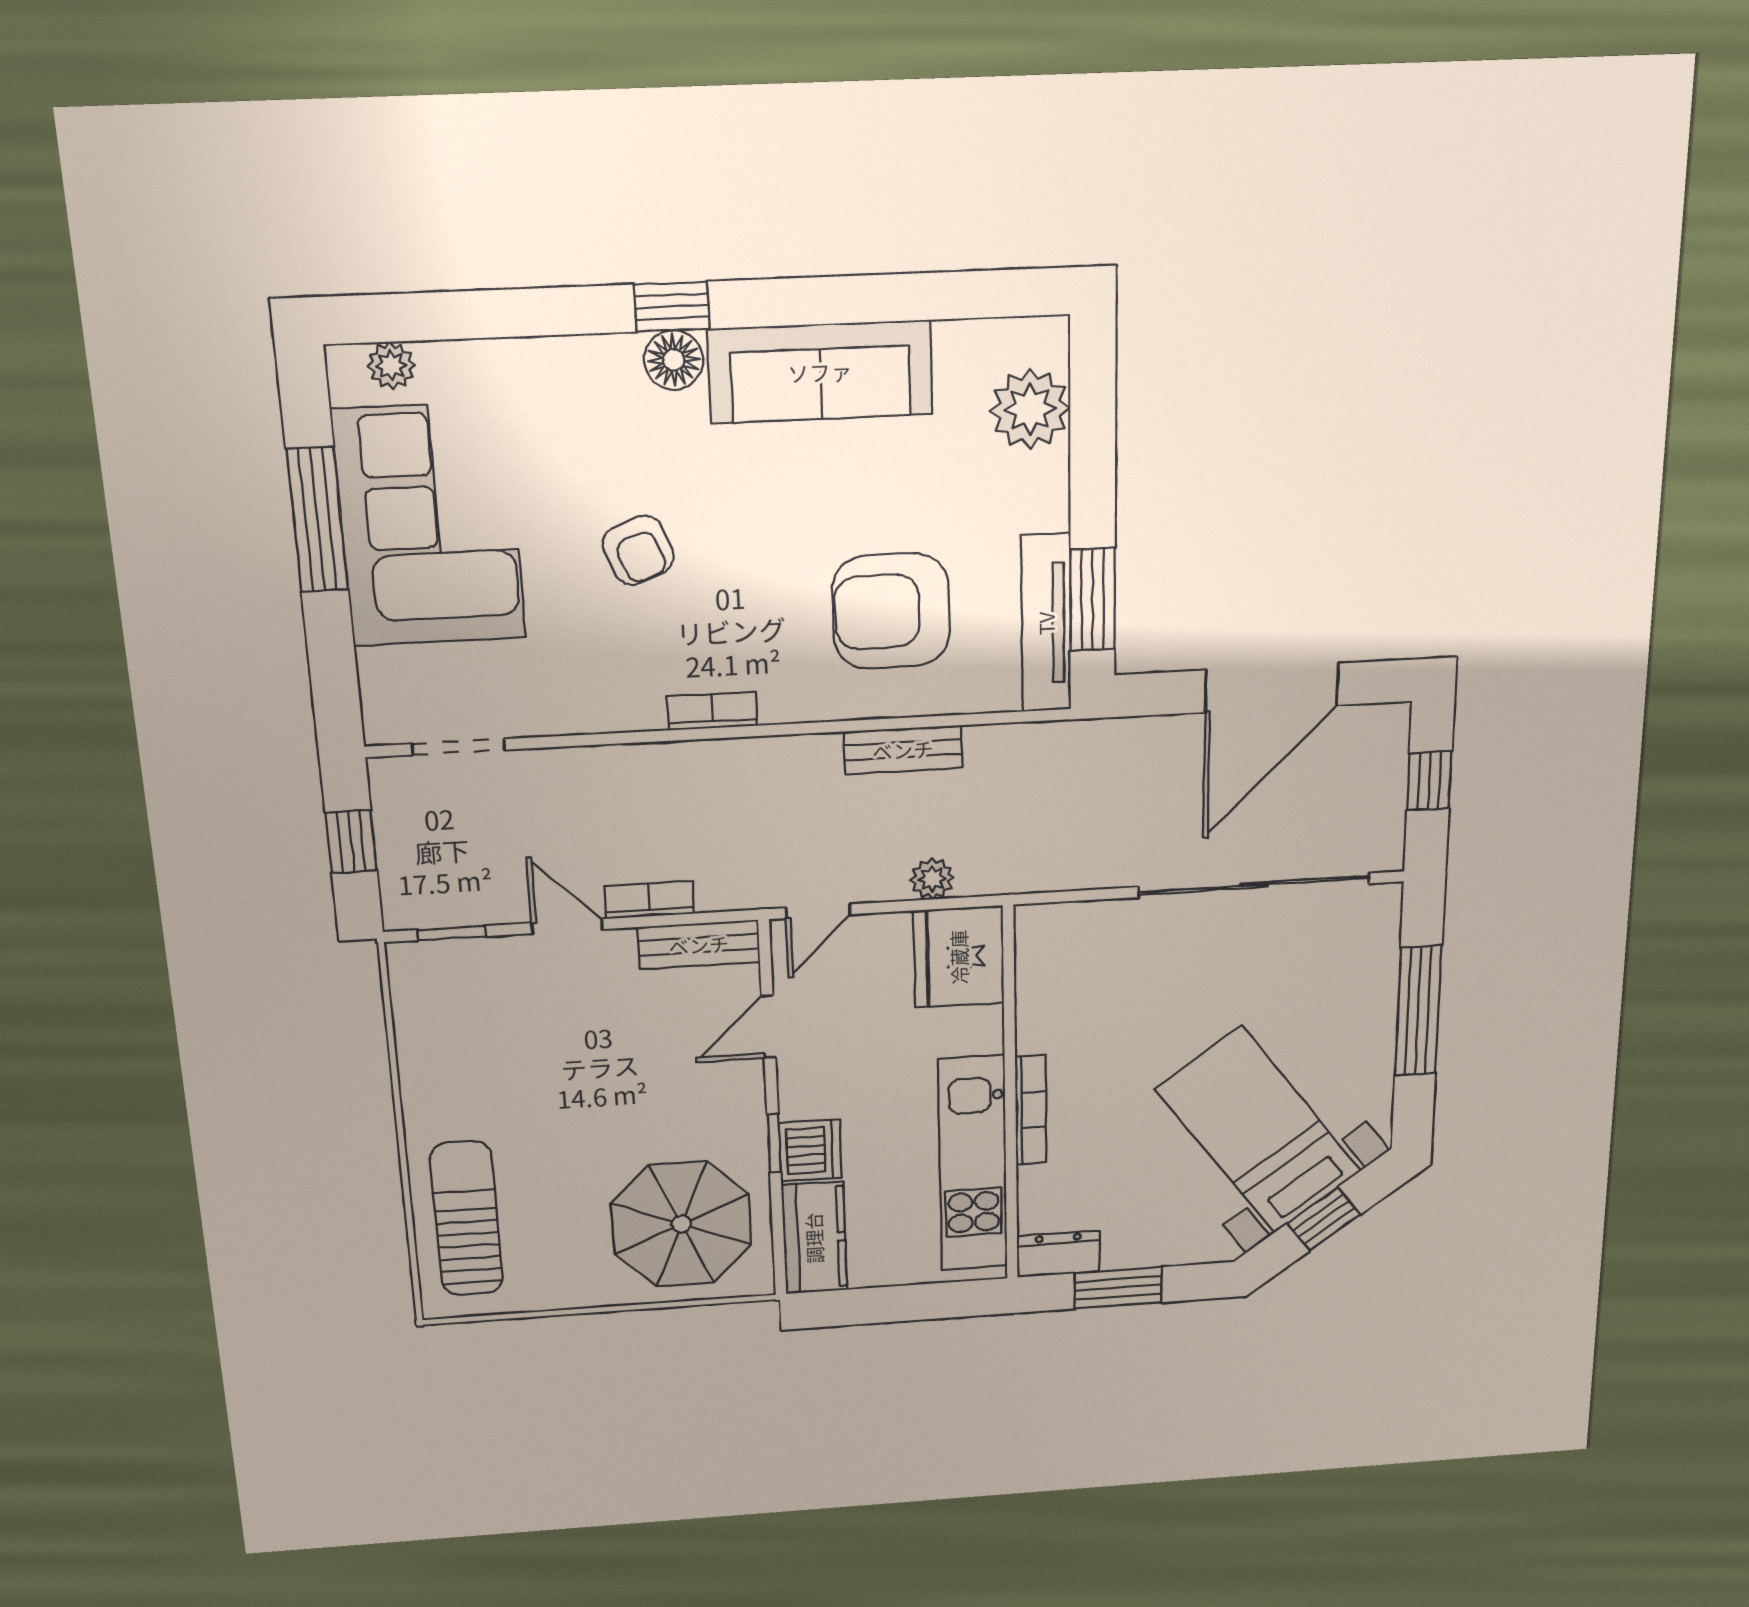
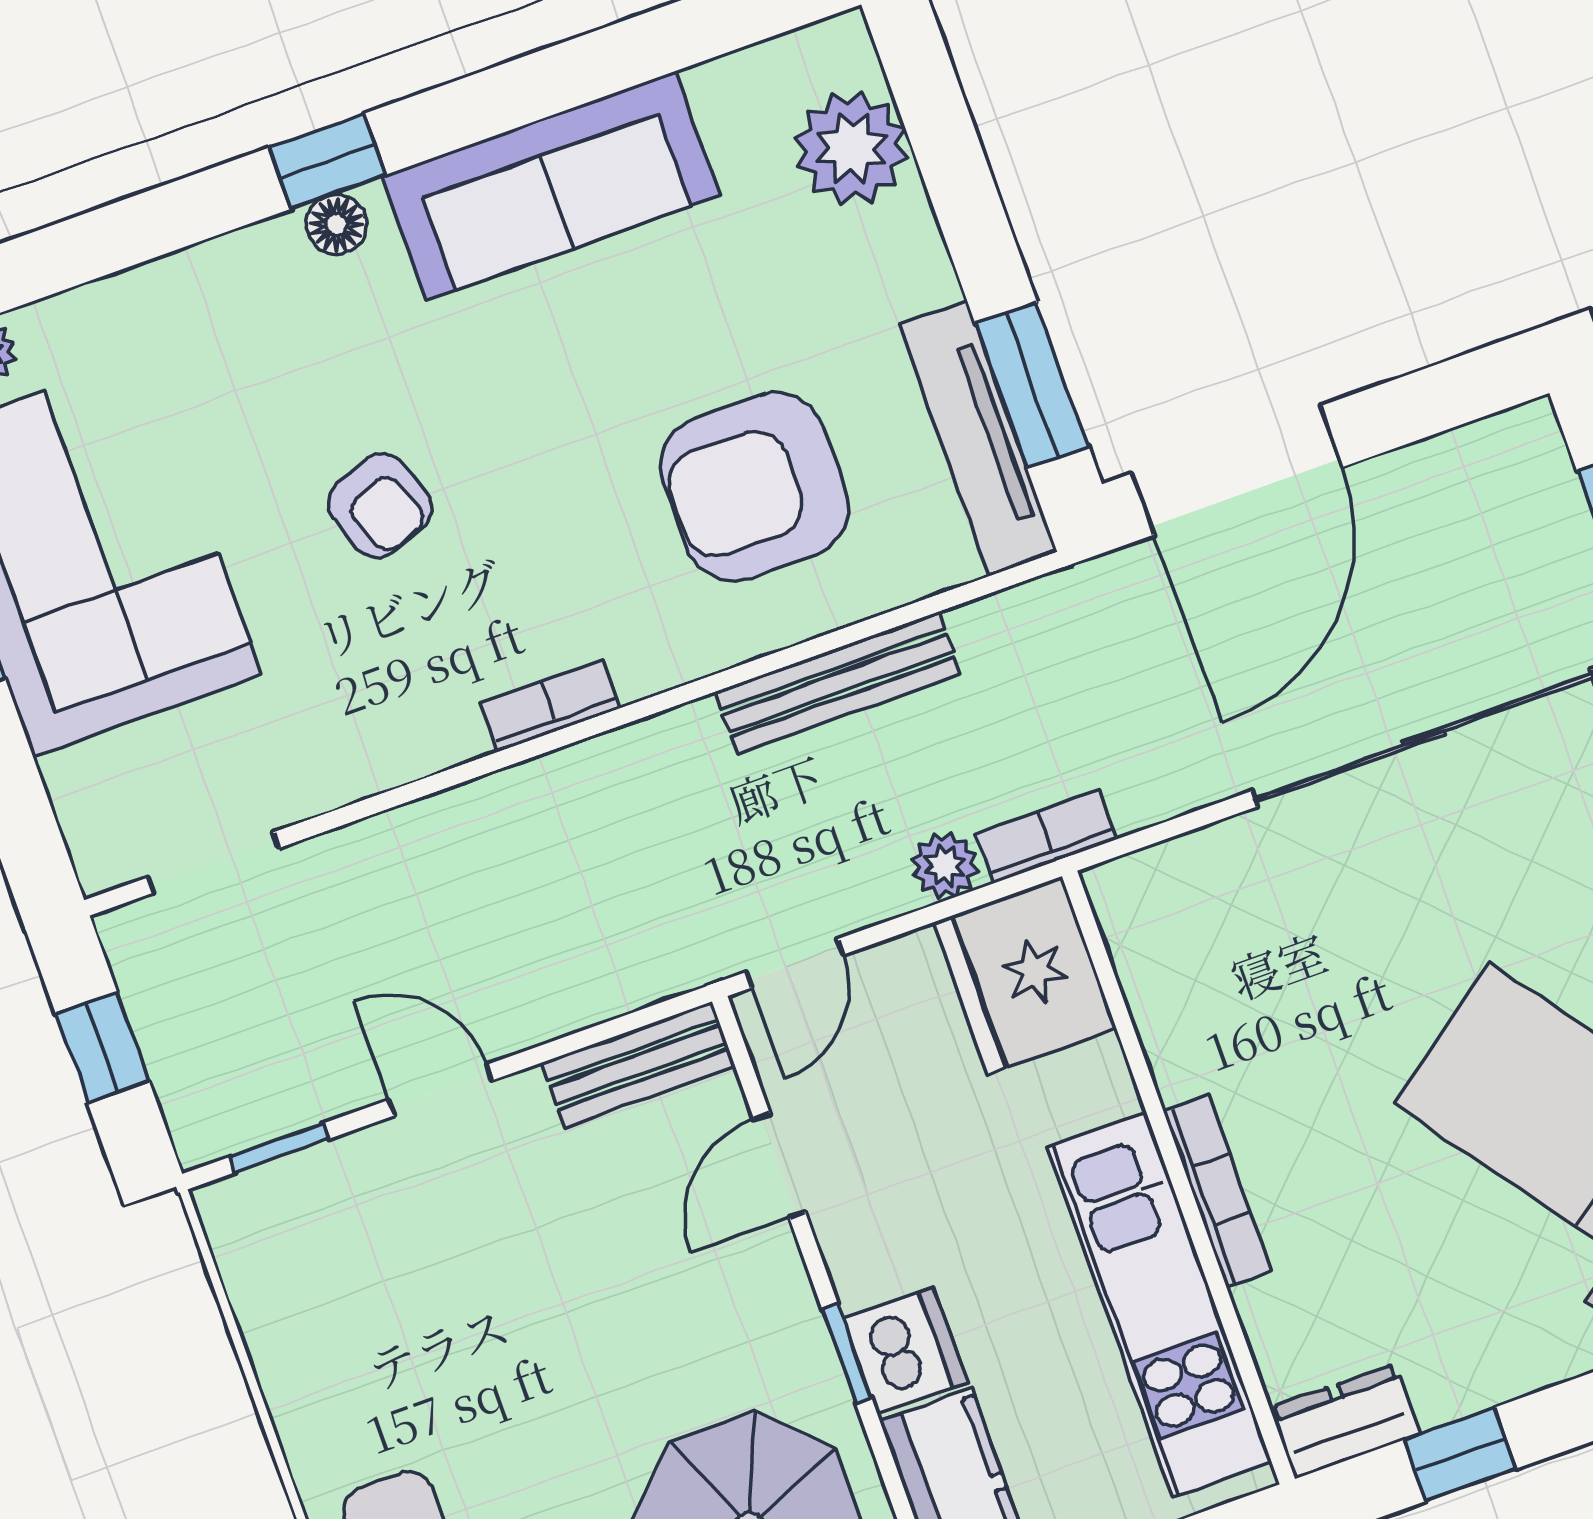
floor lamp: (674, 360) -> (336, 224), width x0.73, depth x0.73
door: (1272, 688) -> (1237, 470), moved
bench: (903, 750) -> (838, 683), width x1.36
bookcase: (649, 900) -> (1046, 837), moved
window: (1118, 1288) -> (1460, 1454), width x0.67

